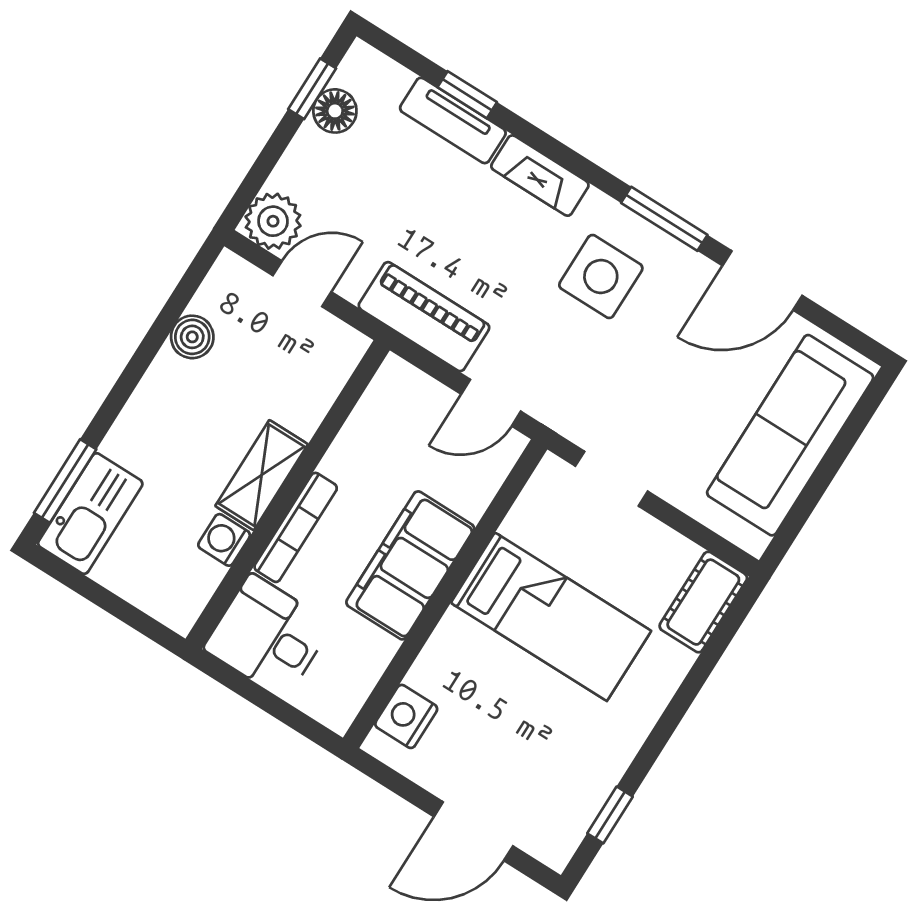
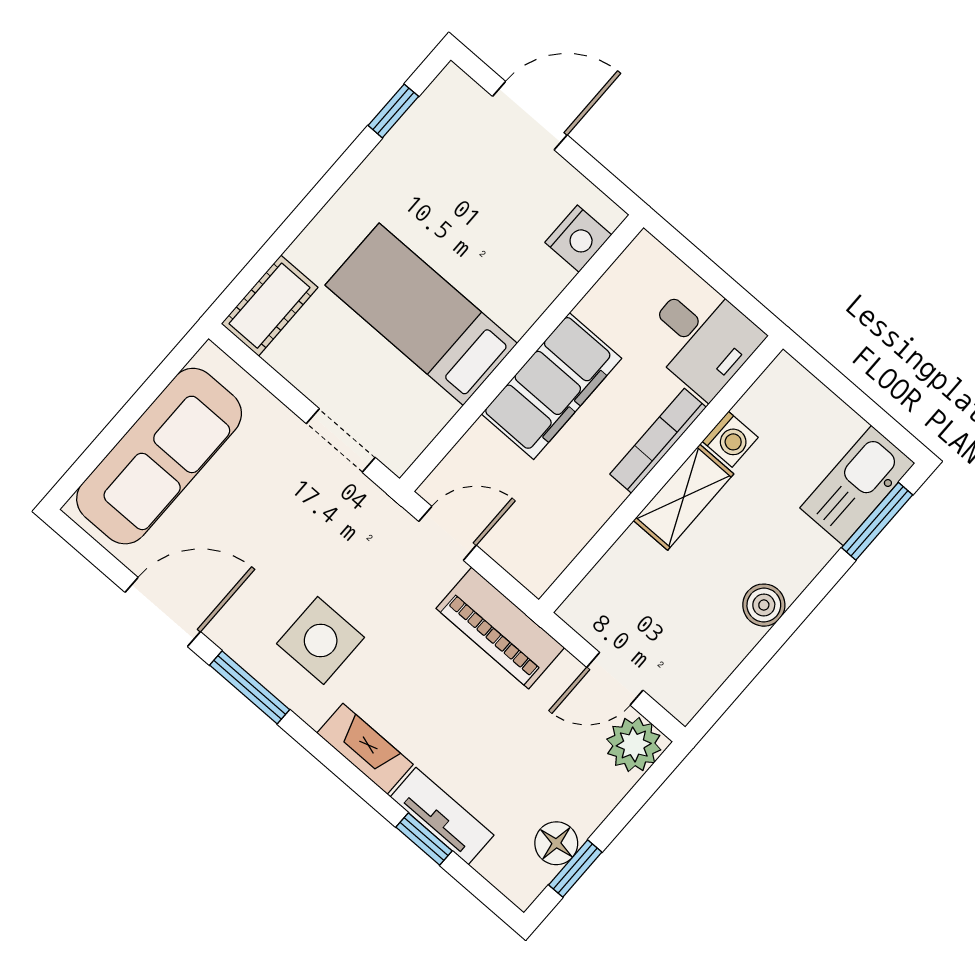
boiler: (192, 337) -> (764, 605), moved

